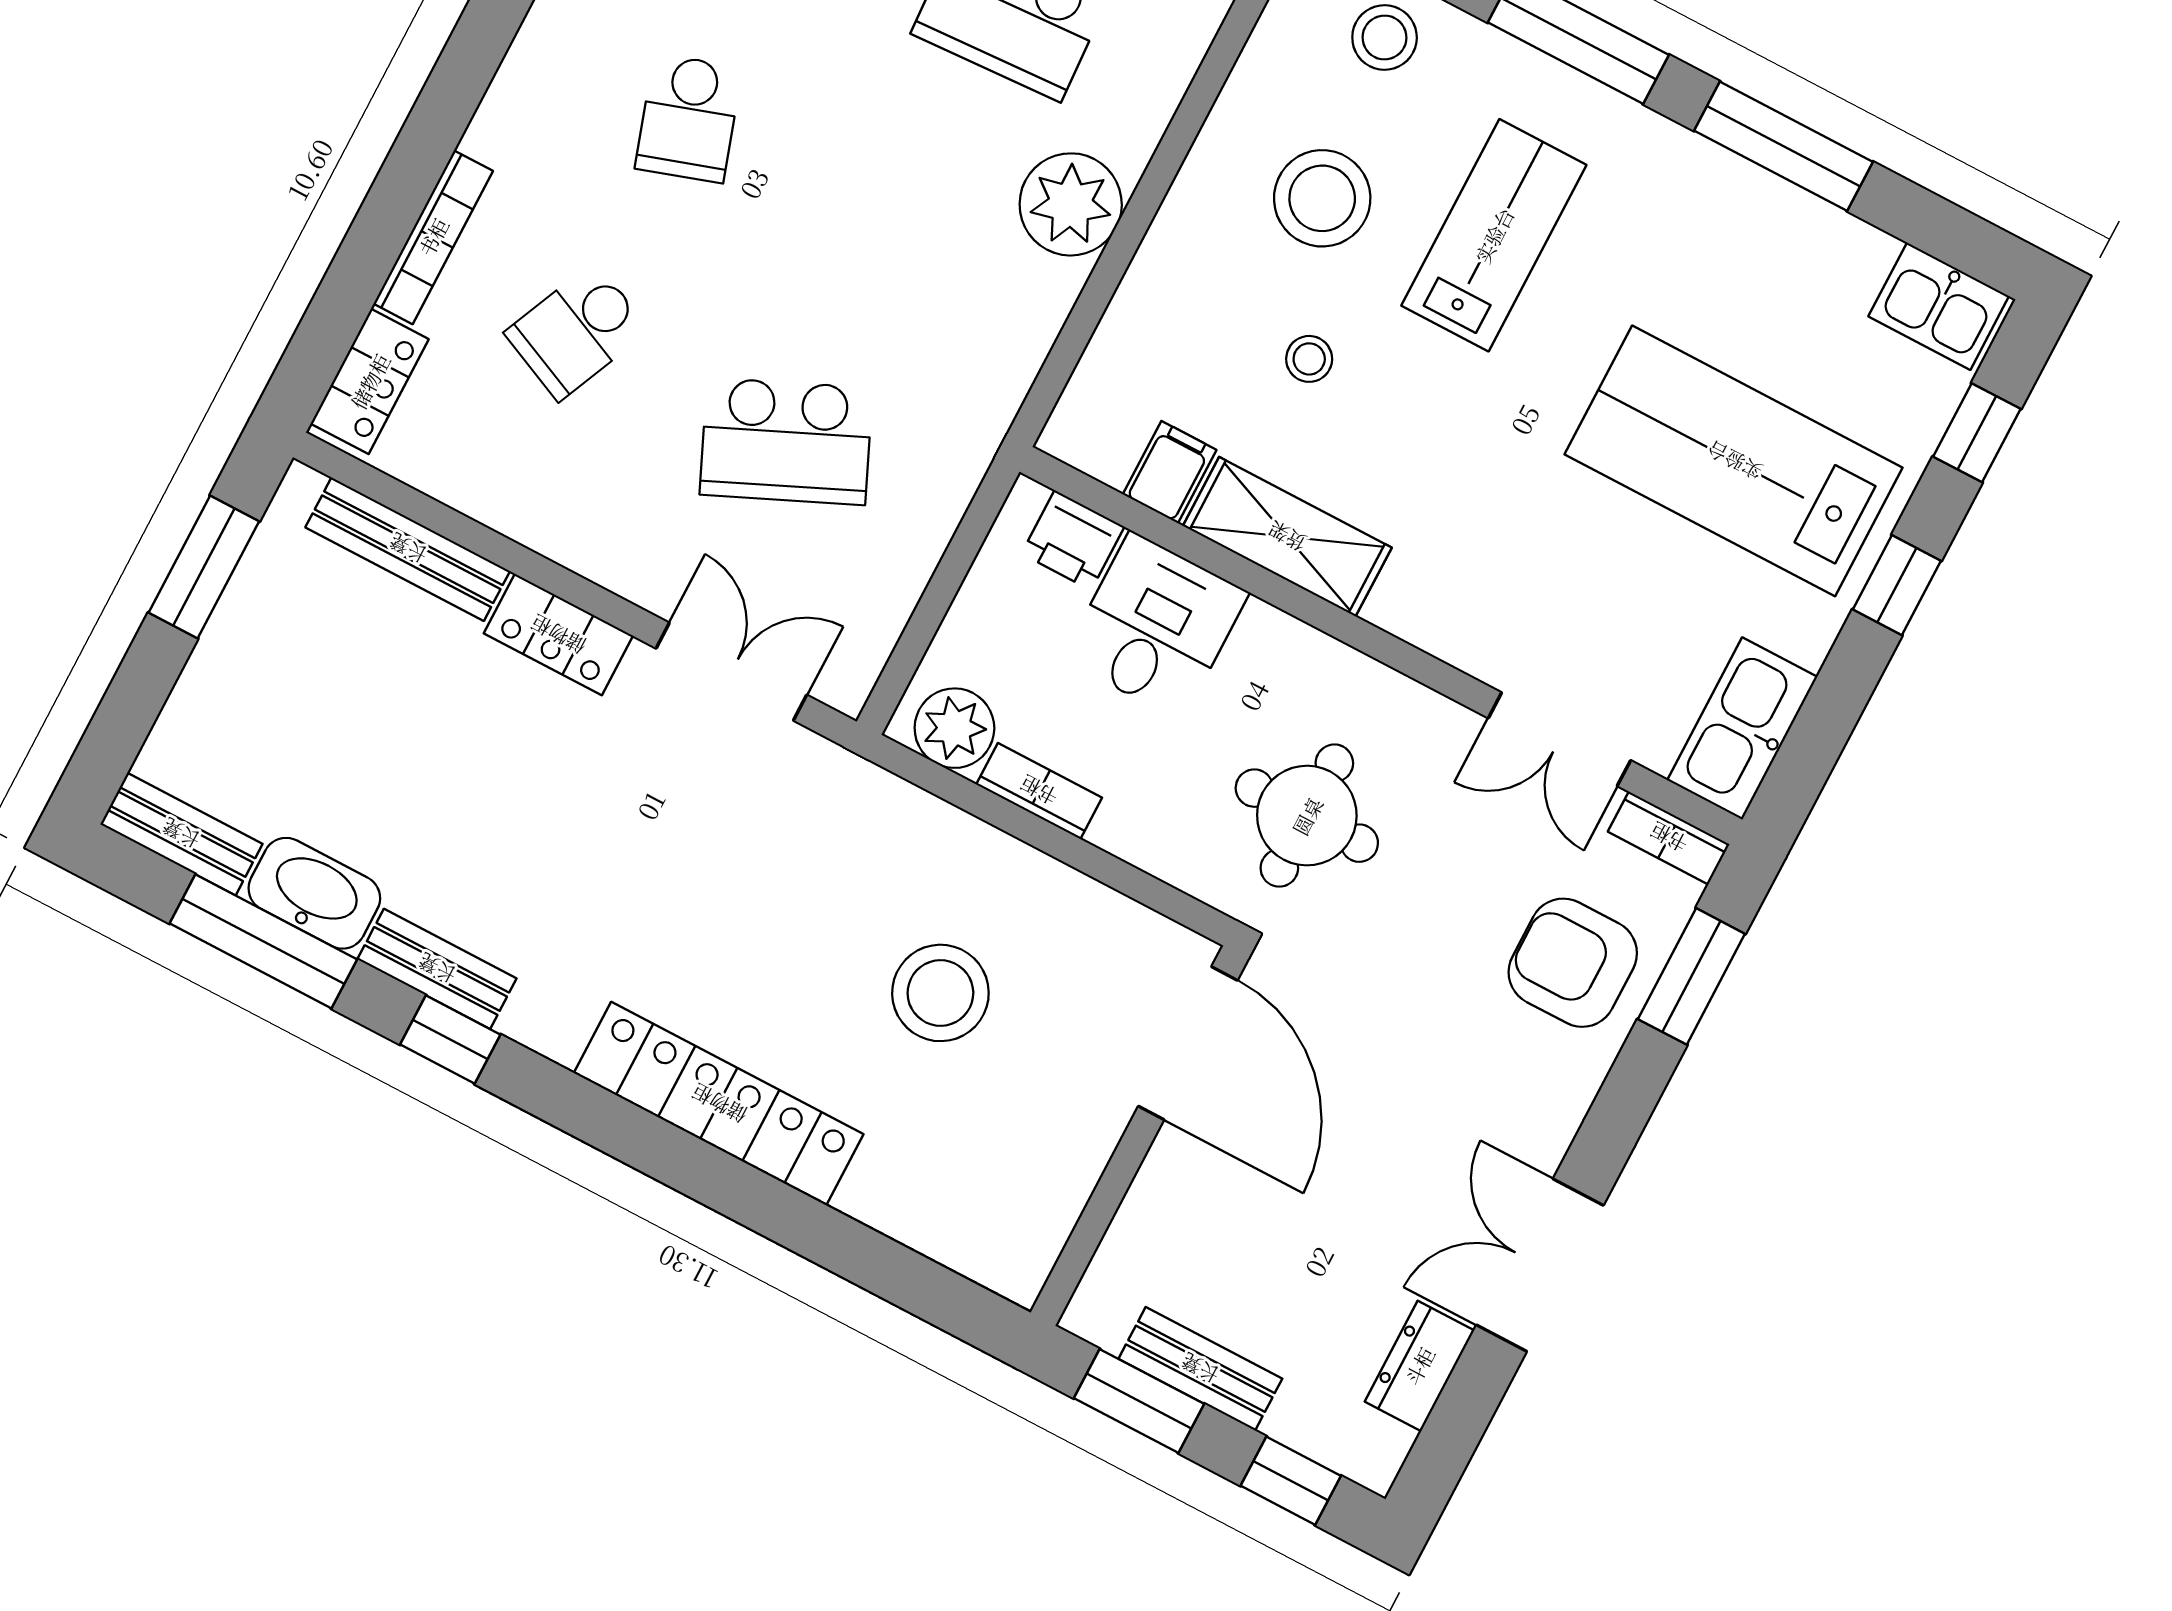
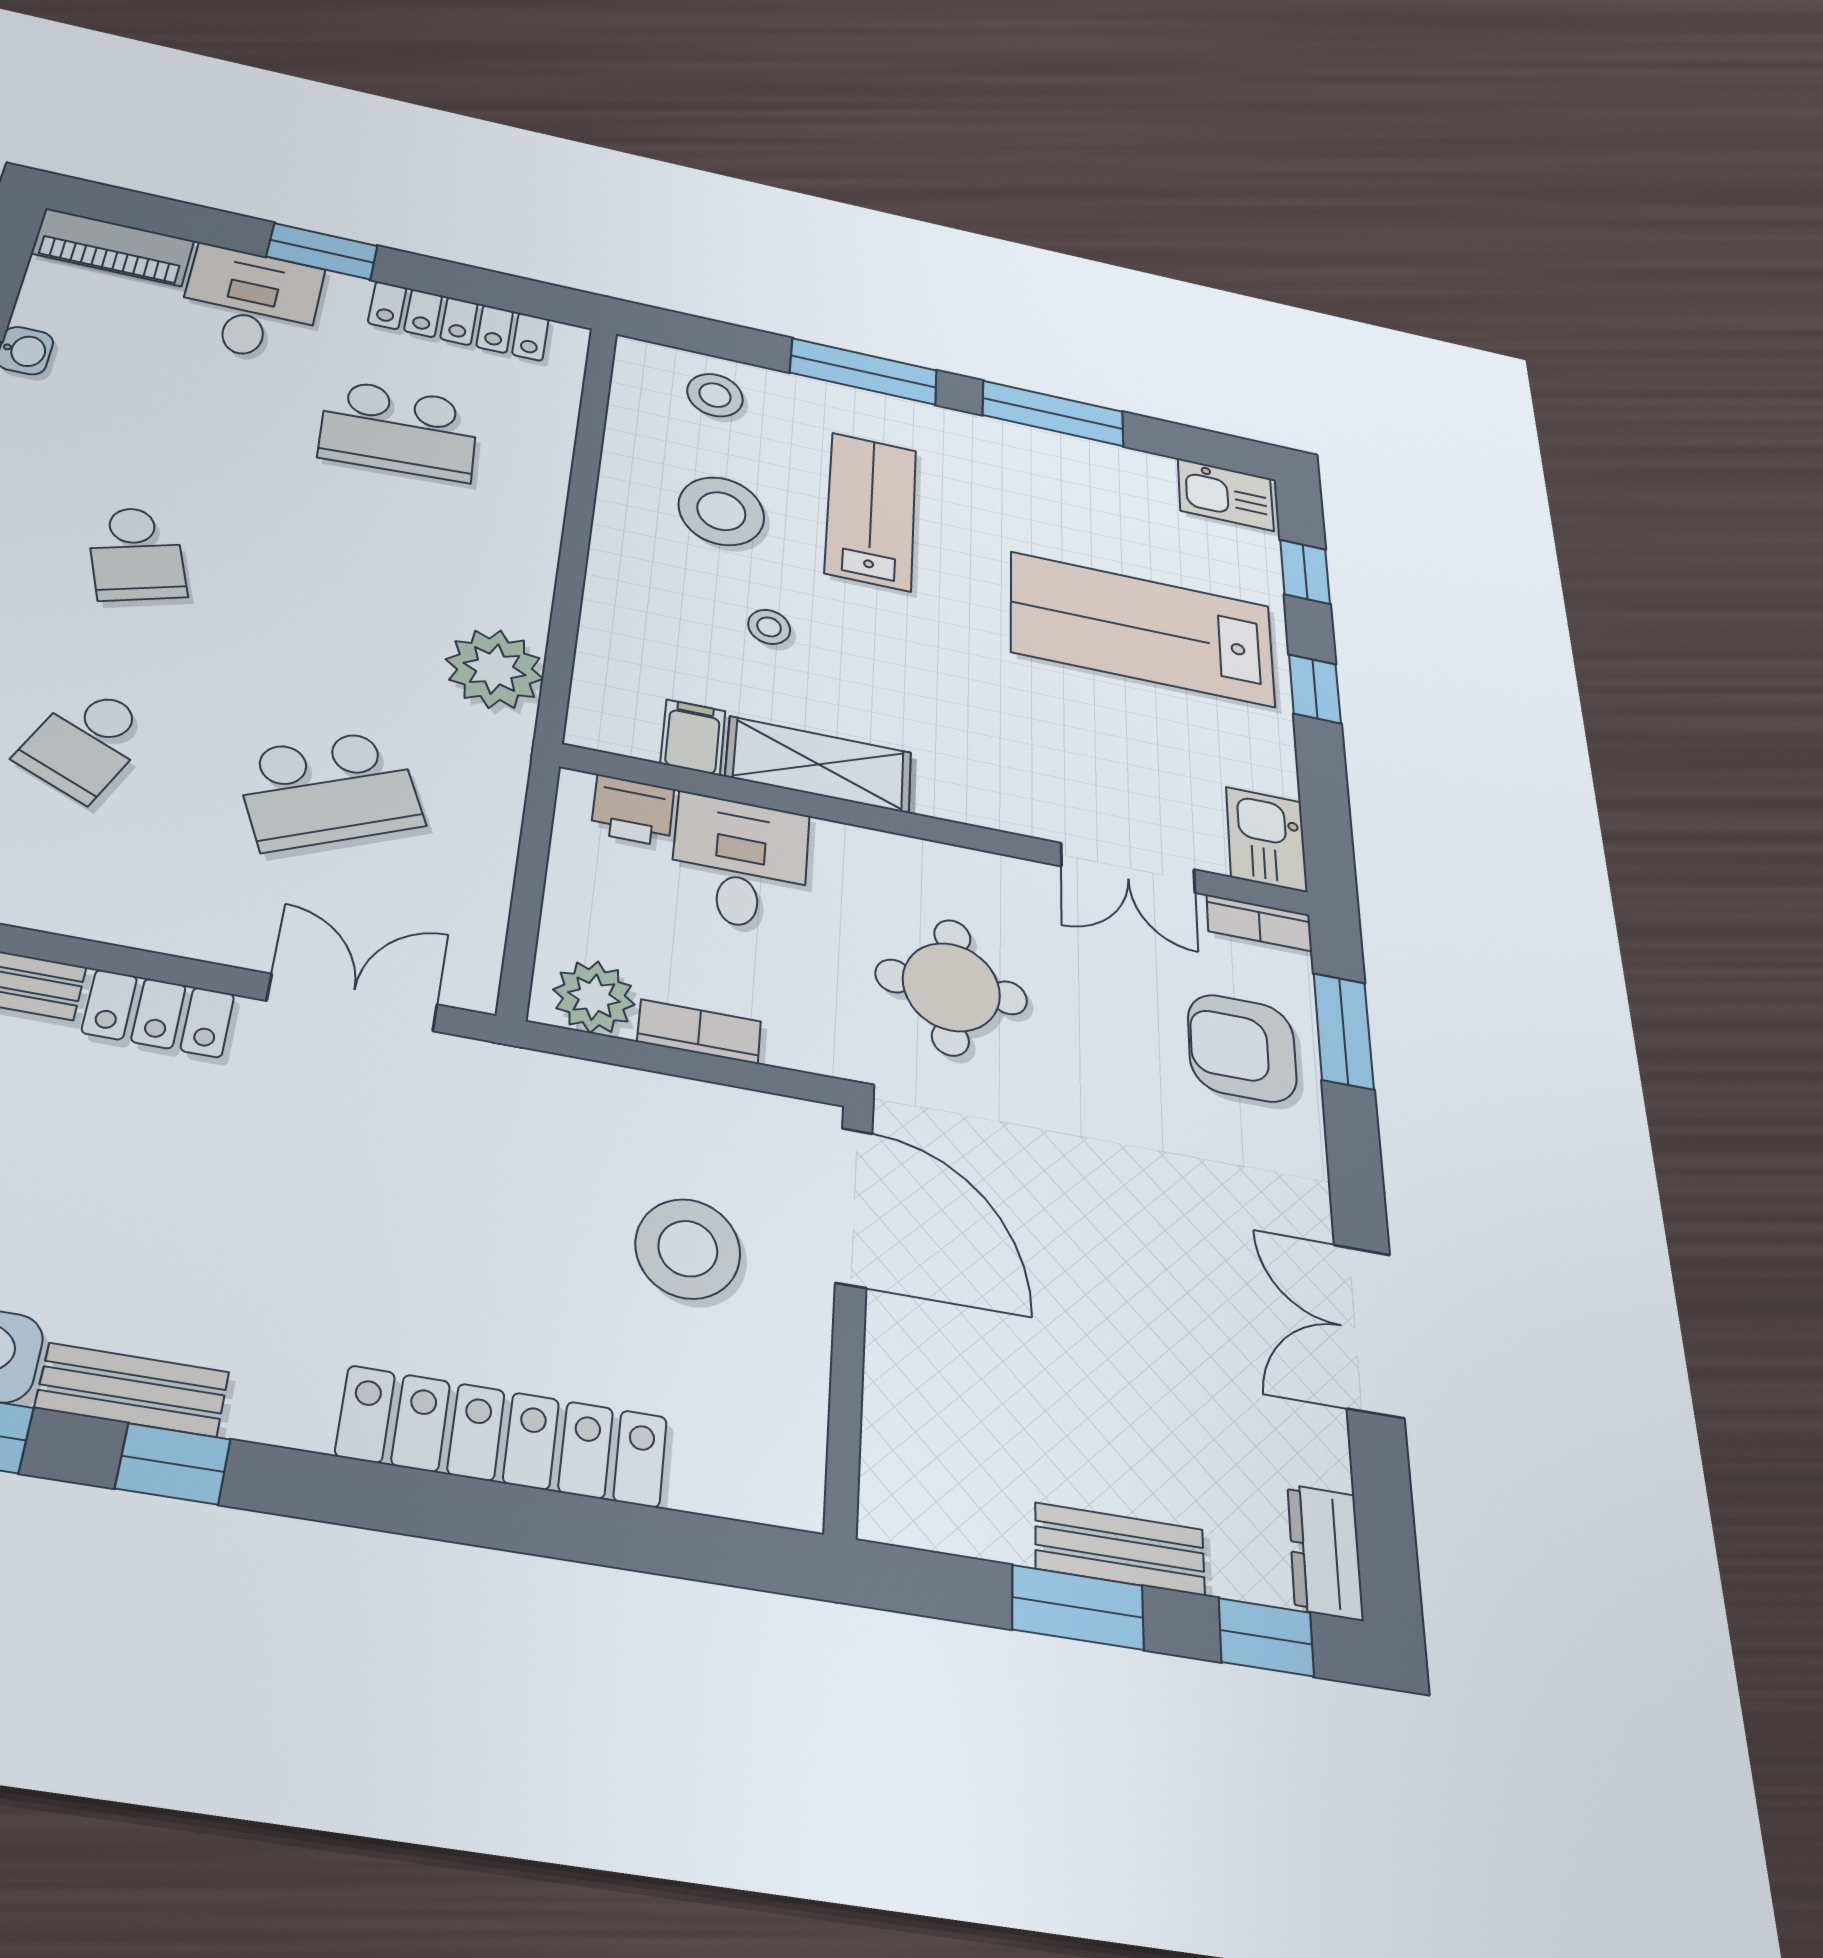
plant: (1071, 204) -> (495, 669), moved
kitchen sink: (1742, 728) -> (1266, 839), width x0.73
door: (1188, 1043) -> (854, 1207), moved
wall: (1139, 1136) -> (850, 1312), moved
dresser: (1419, 1366) -> (1325, 1552), moved

